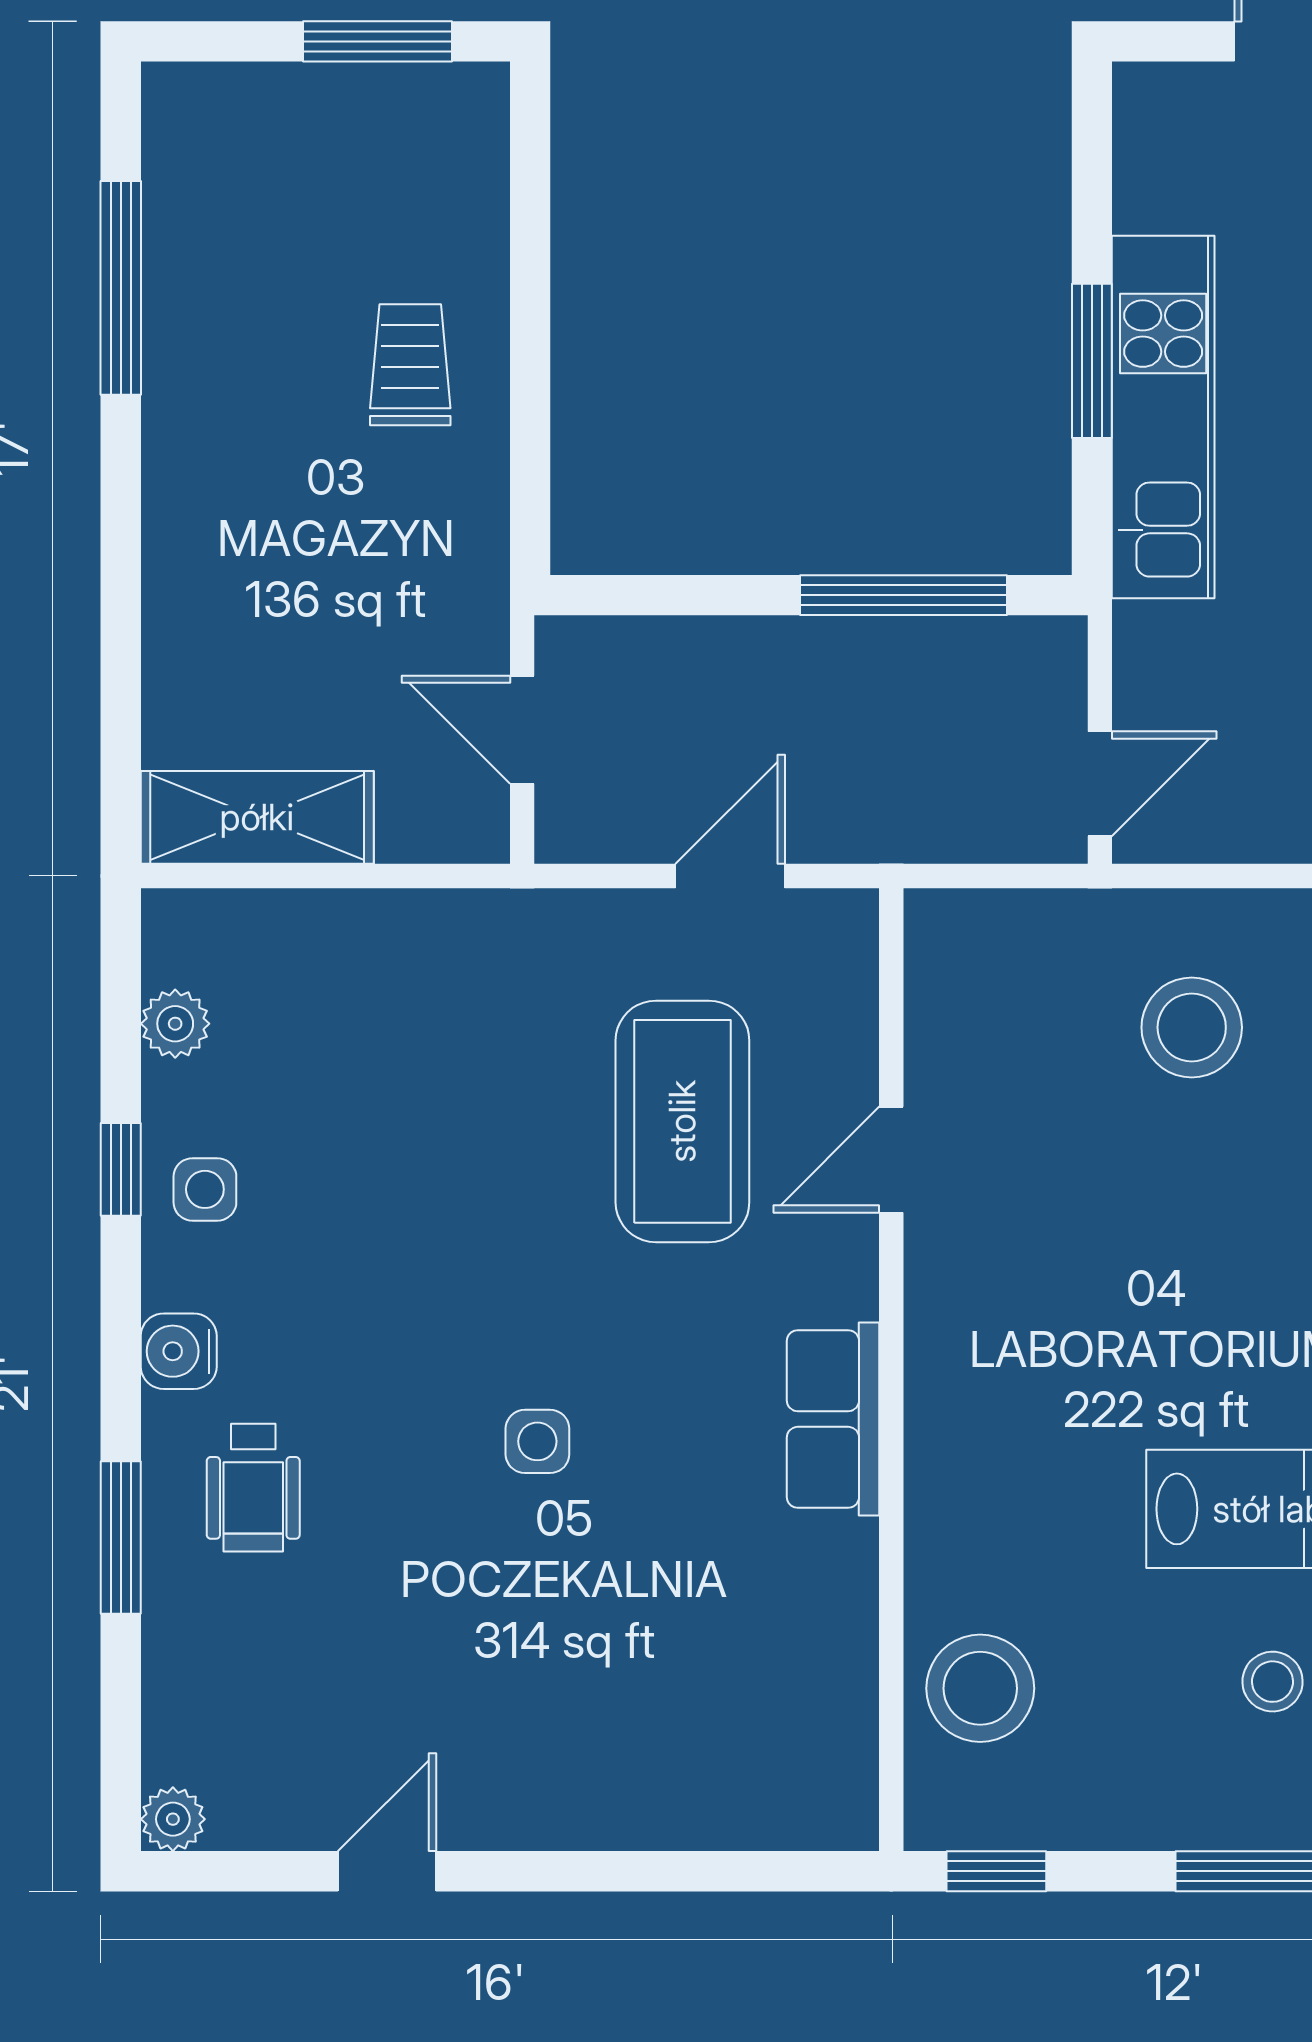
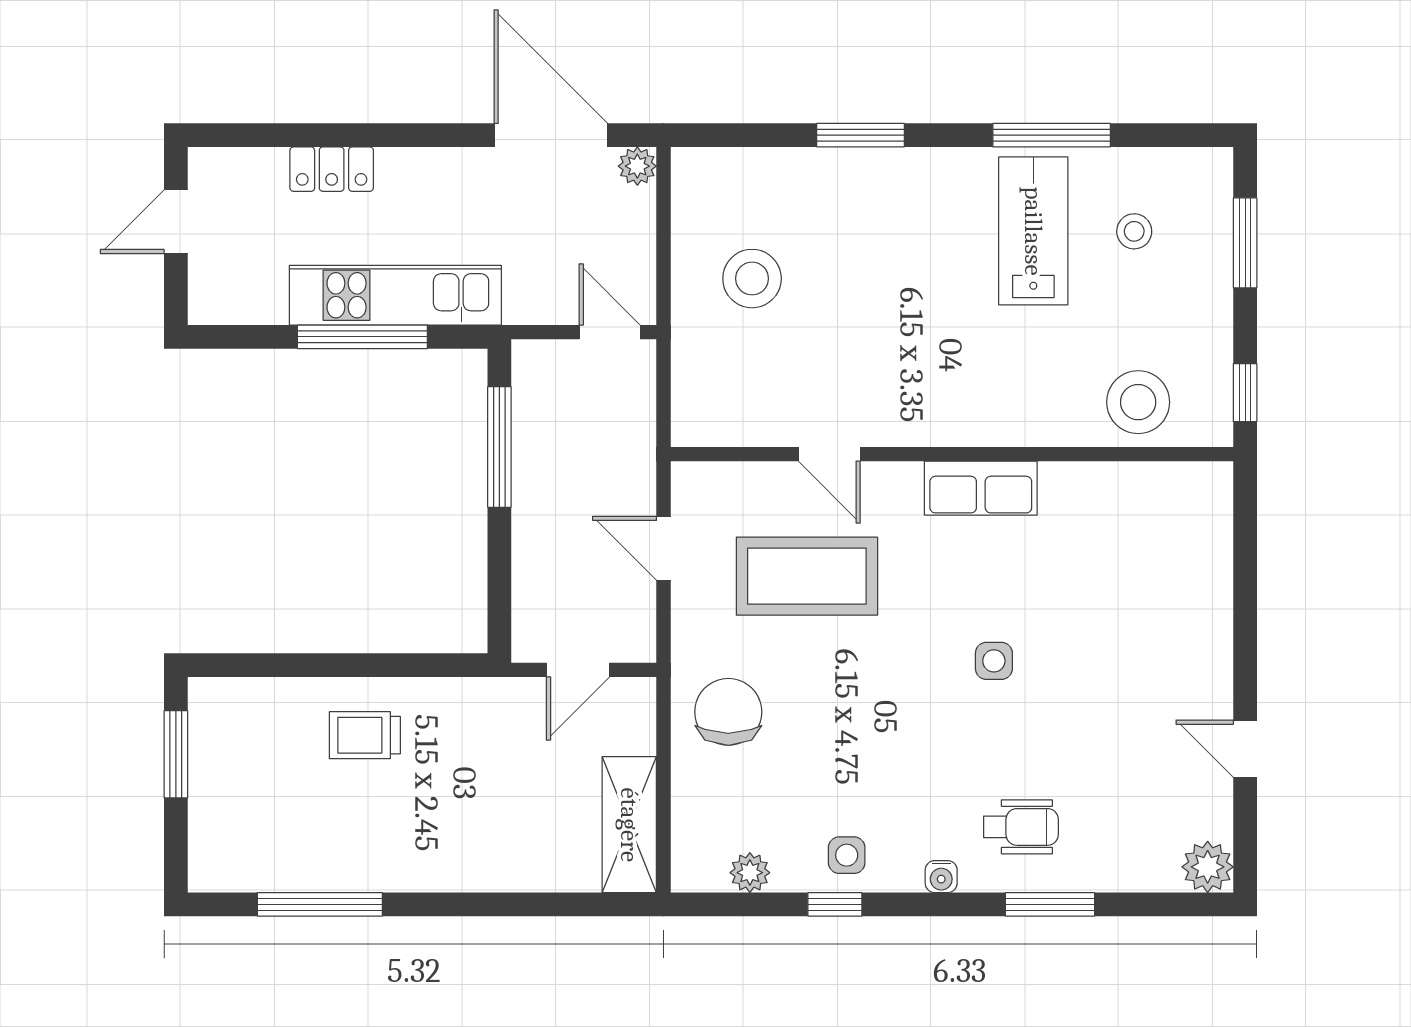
window: (1092, 361) -> (362, 337), width x1.44
chair: (450, 987) -> (728, 712), added
water cooler: (179, 1351) -> (941, 877), width x0.72, depth x0.72
plant: (173, 1819) -> (1208, 867), width x1.38, depth x1.38

